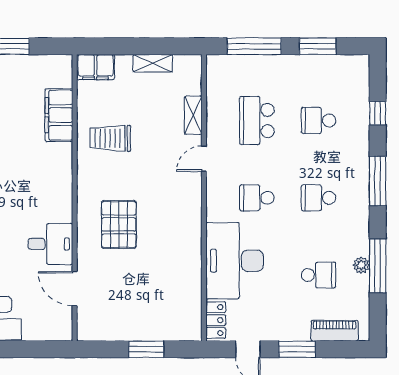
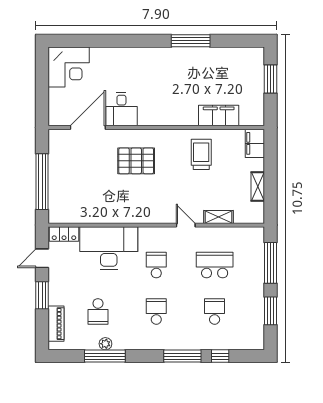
window: (378, 181) -> (182, 356), moved
door: (75, 289) -> (88, 128), width x1.36
window: (146, 349) -> (42, 182), width x2.11

